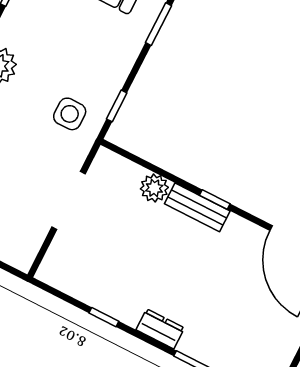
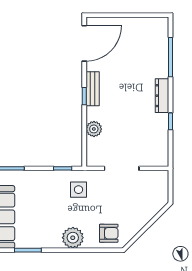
bench: (197, 207) -> (93, 89), moved
dresser: (160, 329) -> (162, 96), width x1.44

